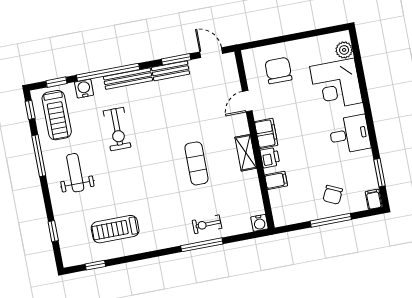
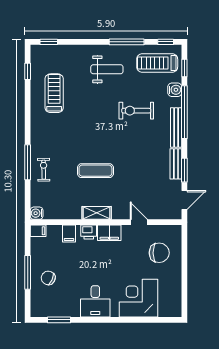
plant: (344, 50) -> (166, 310), removed
filing cabinet: (374, 199) -> (38, 231), moved
window: (53, 231) -> (49, 42), moved

